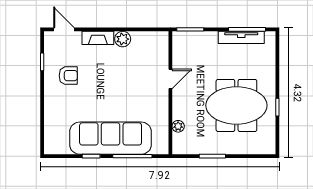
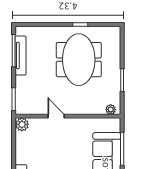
plant: (123, 39) -> (22, 124), moved
plant: (178, 126) -> (111, 109), moved

